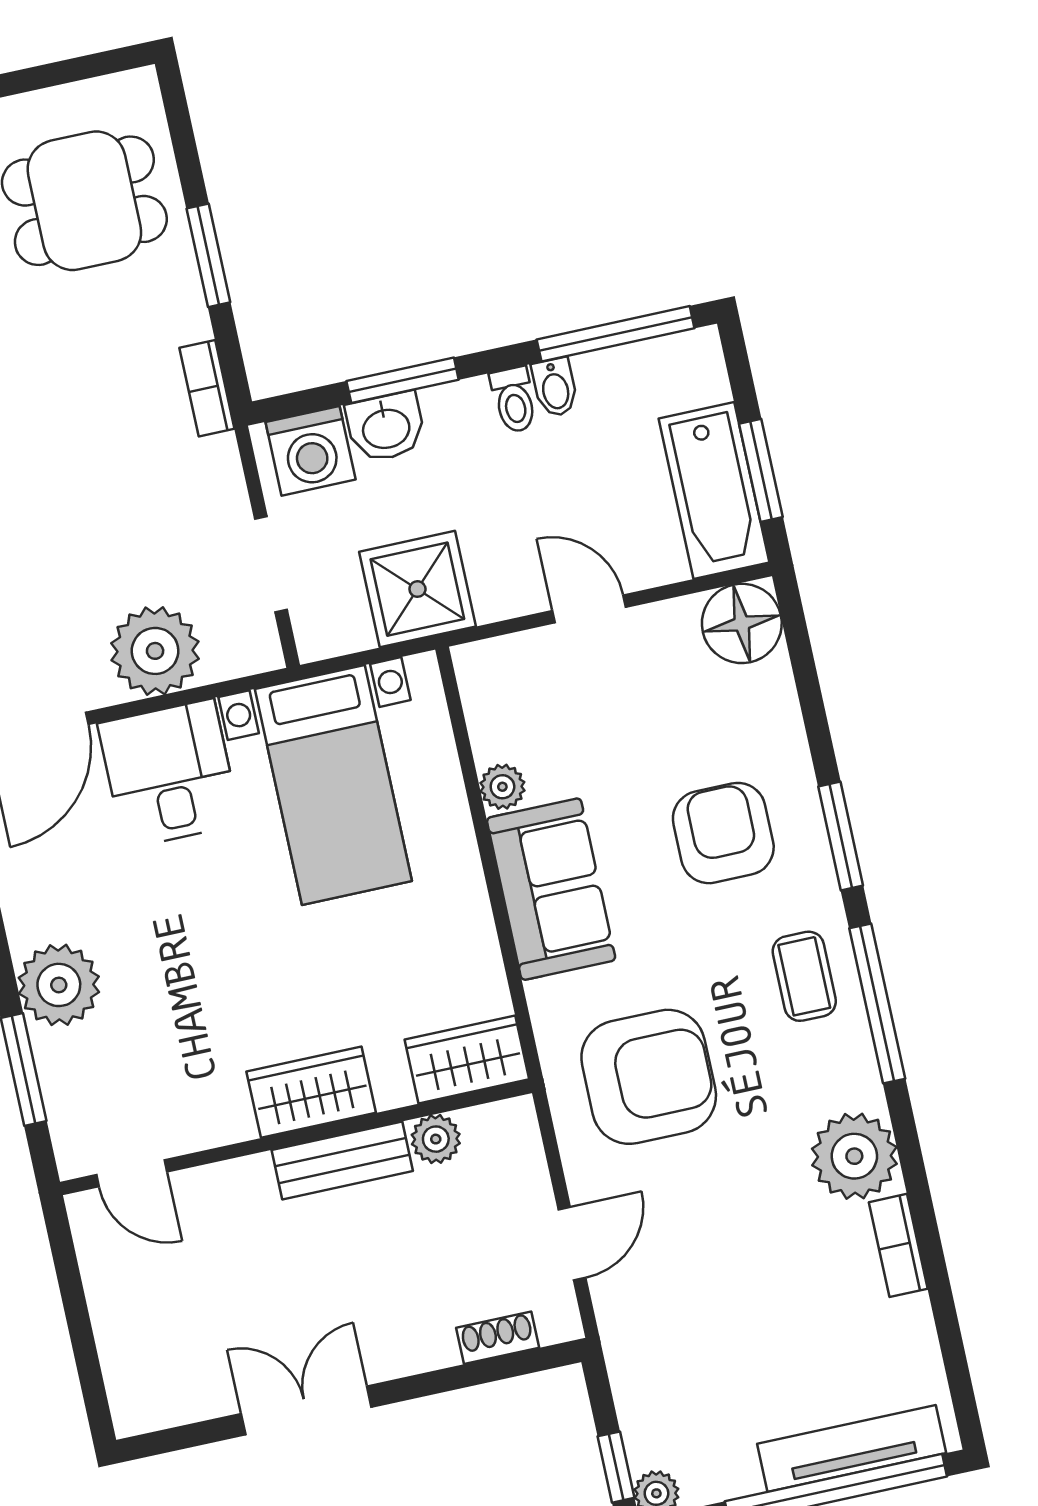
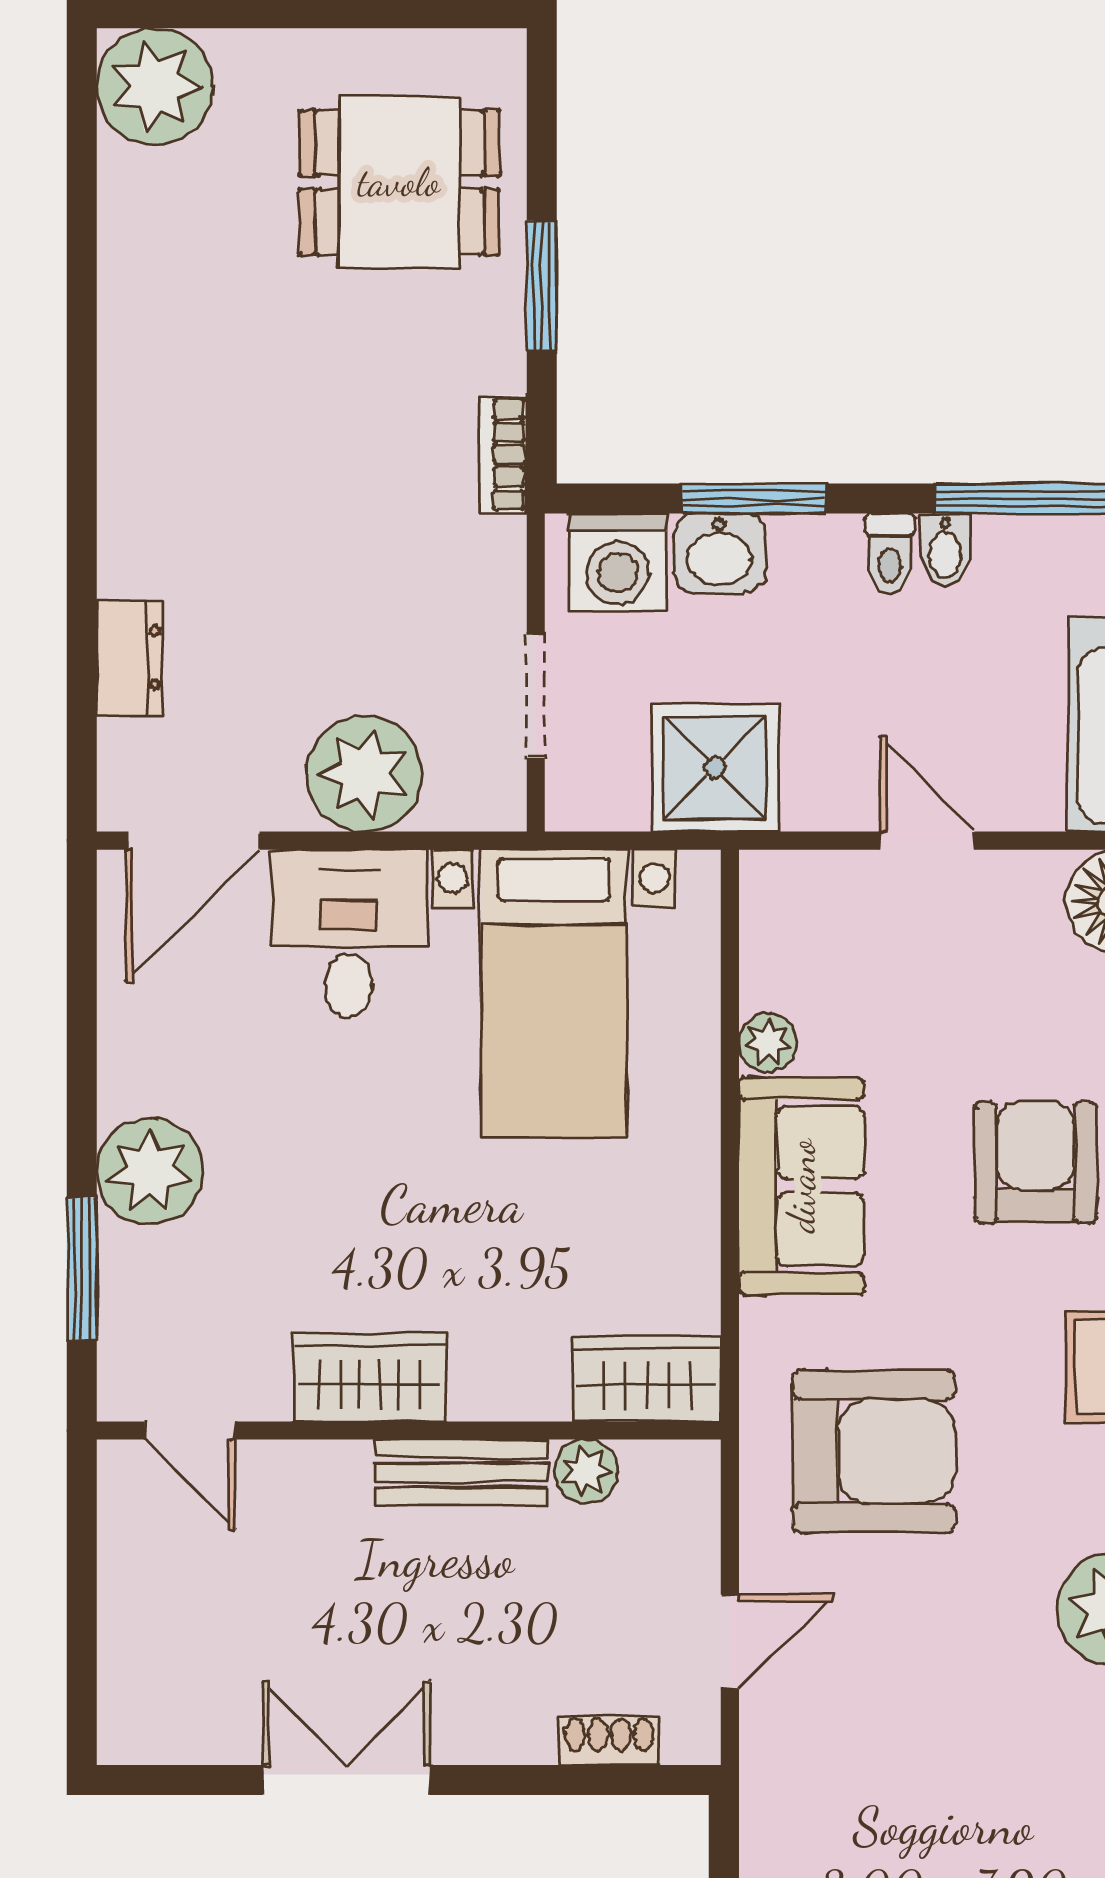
wardrobe: (311, 1092) -> (370, 1377), moved

